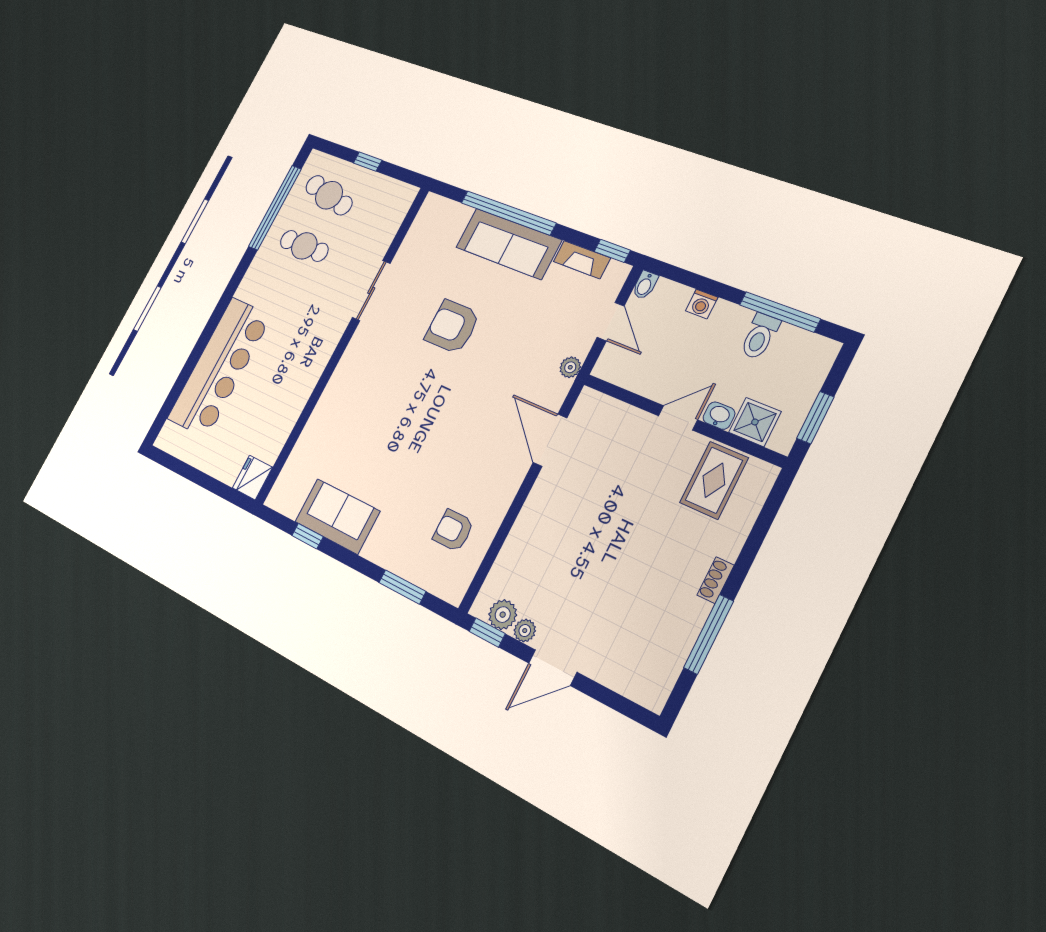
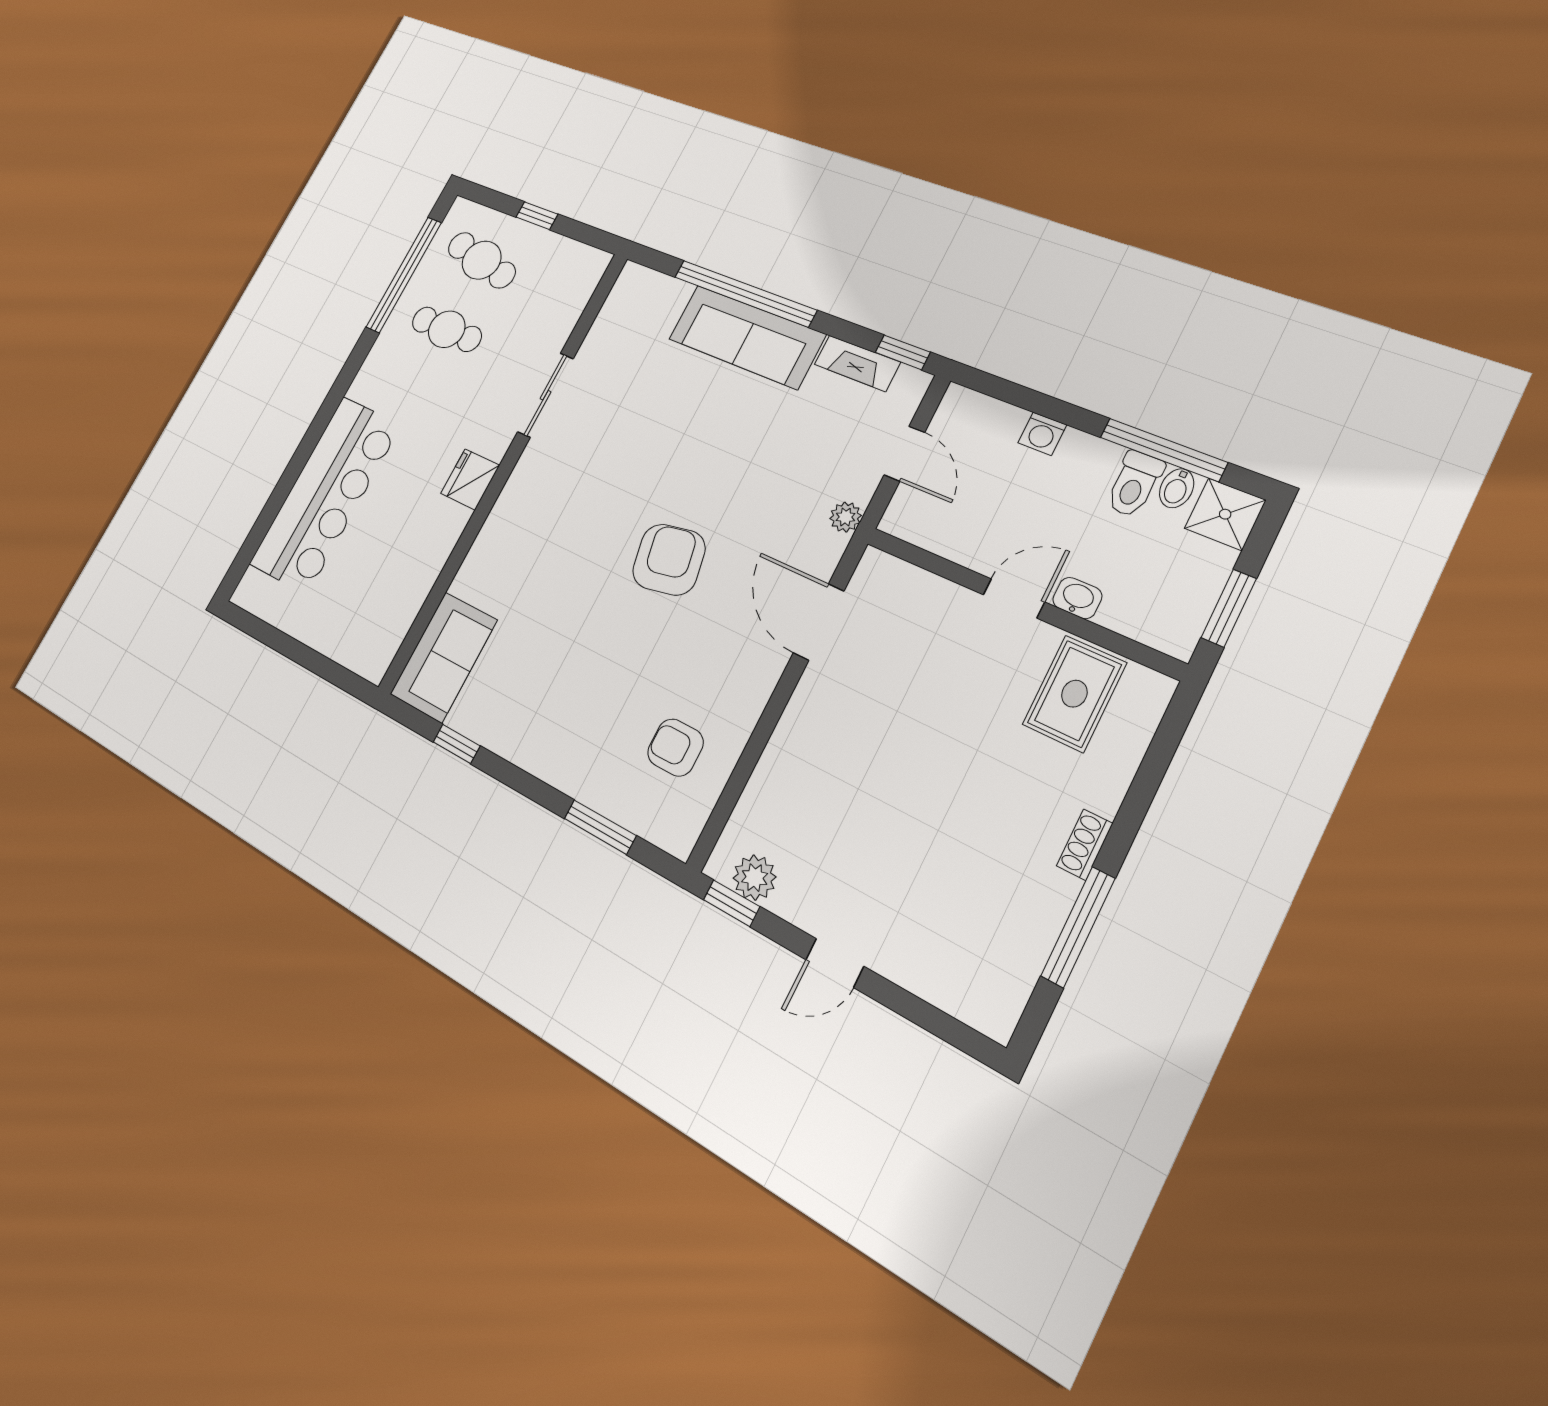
bidet: (645, 285) -> (1177, 488), moved
armchair: (452, 327) -> (669, 560), moved, turned 79
shower: (755, 422) -> (1225, 514), moved
fridge: (252, 478) -> (470, 479), moved
sofa: (337, 516) -> (444, 657), moved, turned 90
plant: (525, 631) -> (789, 904), removed
door: (553, 668) -> (835, 963), width x0.73

